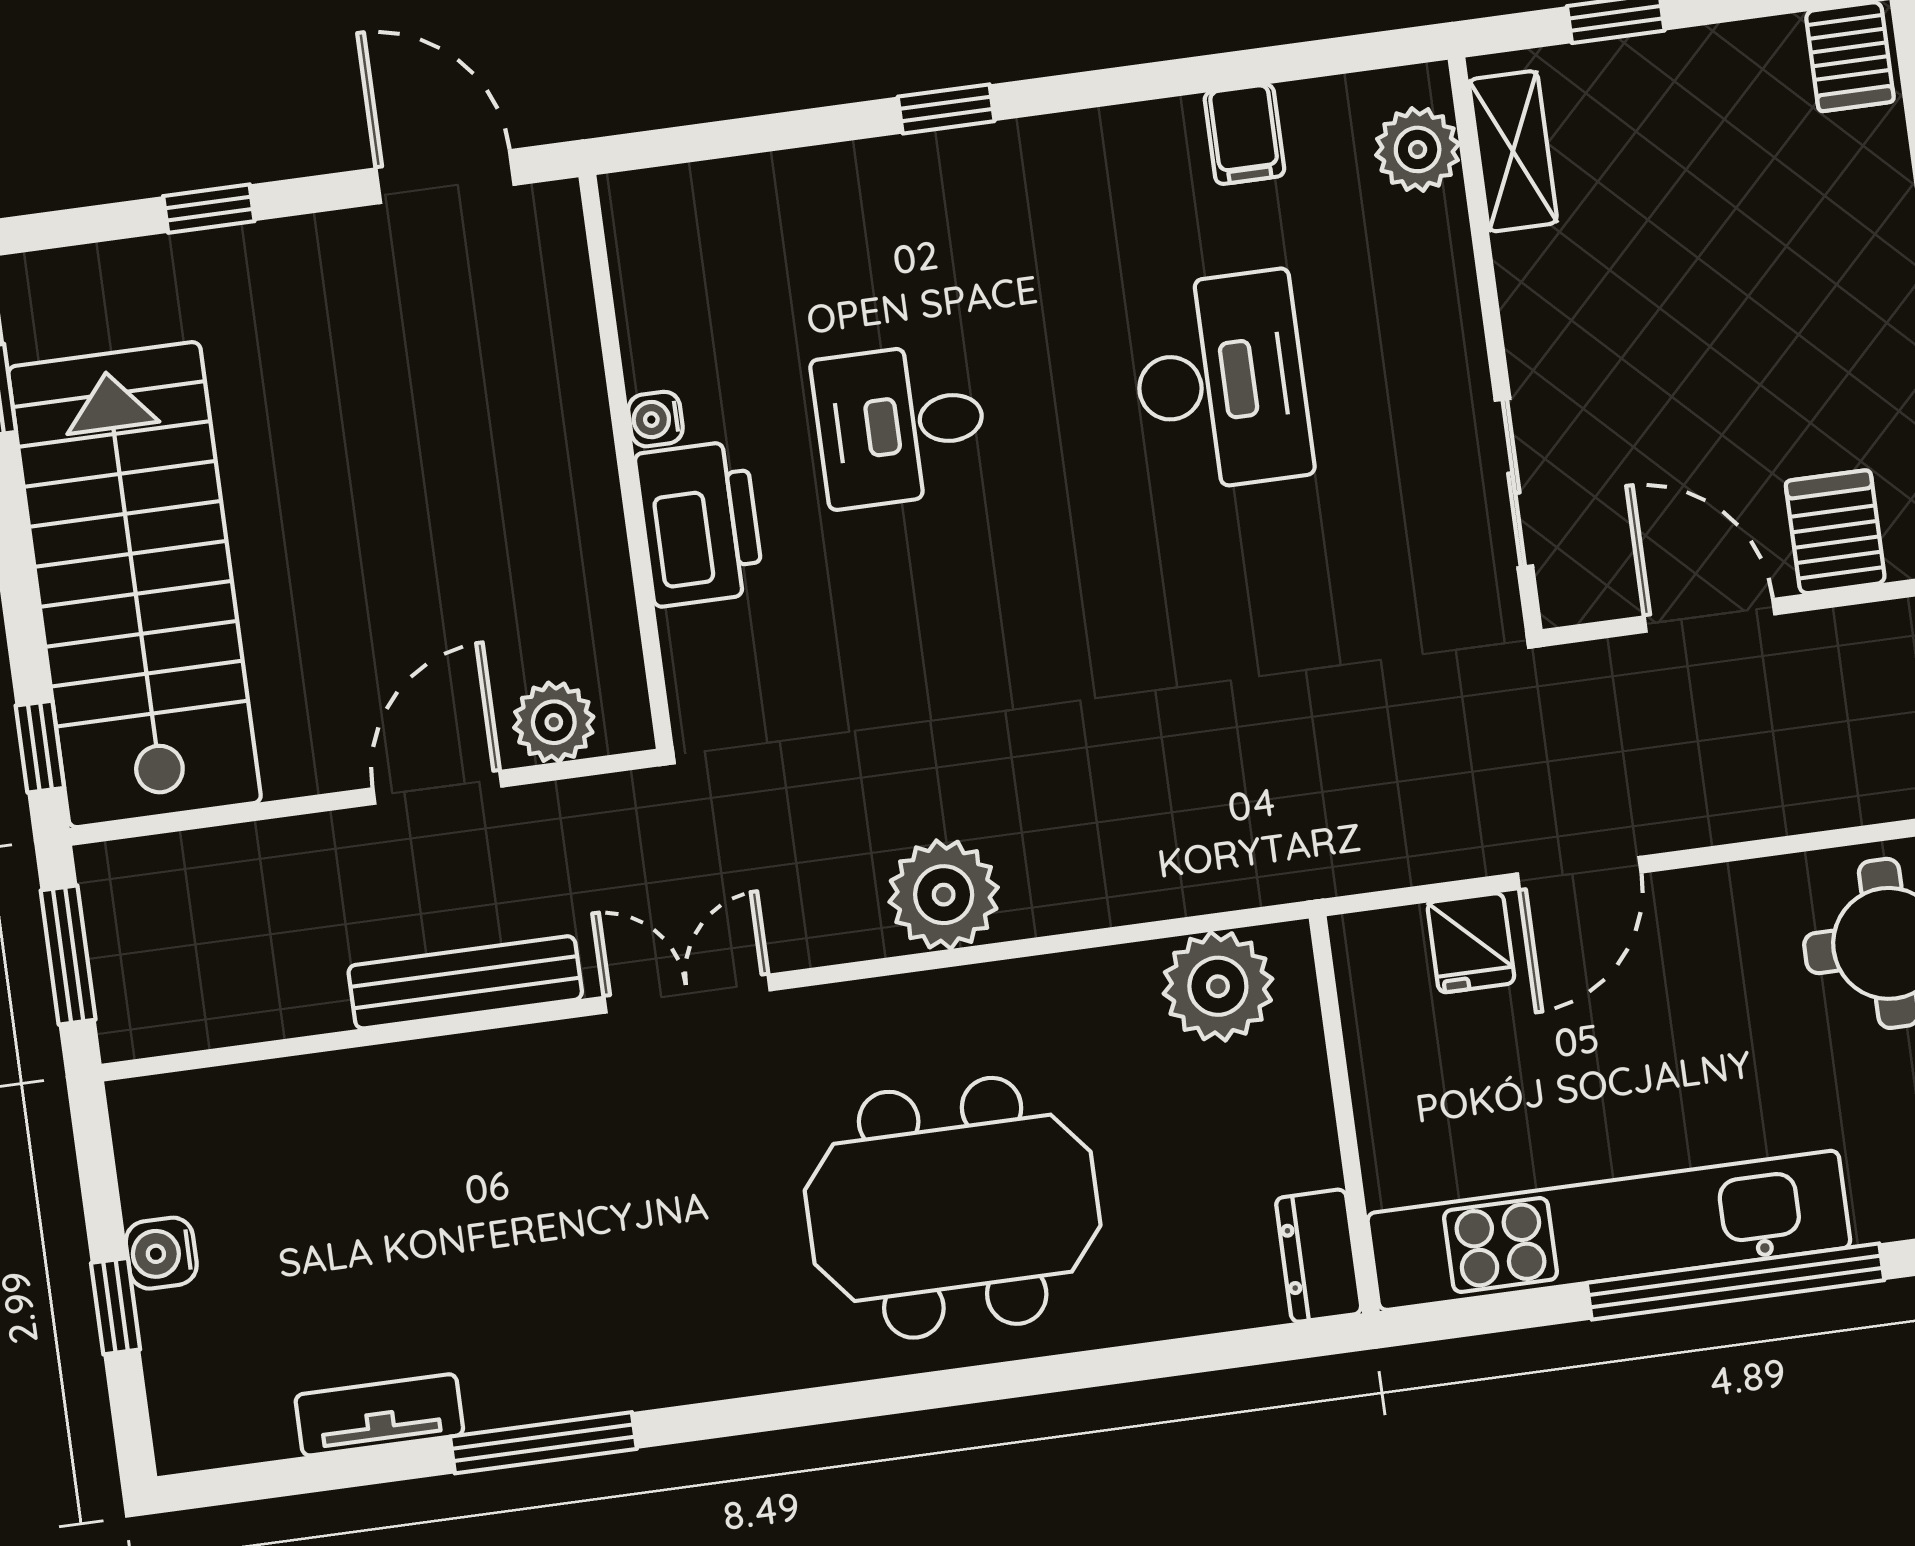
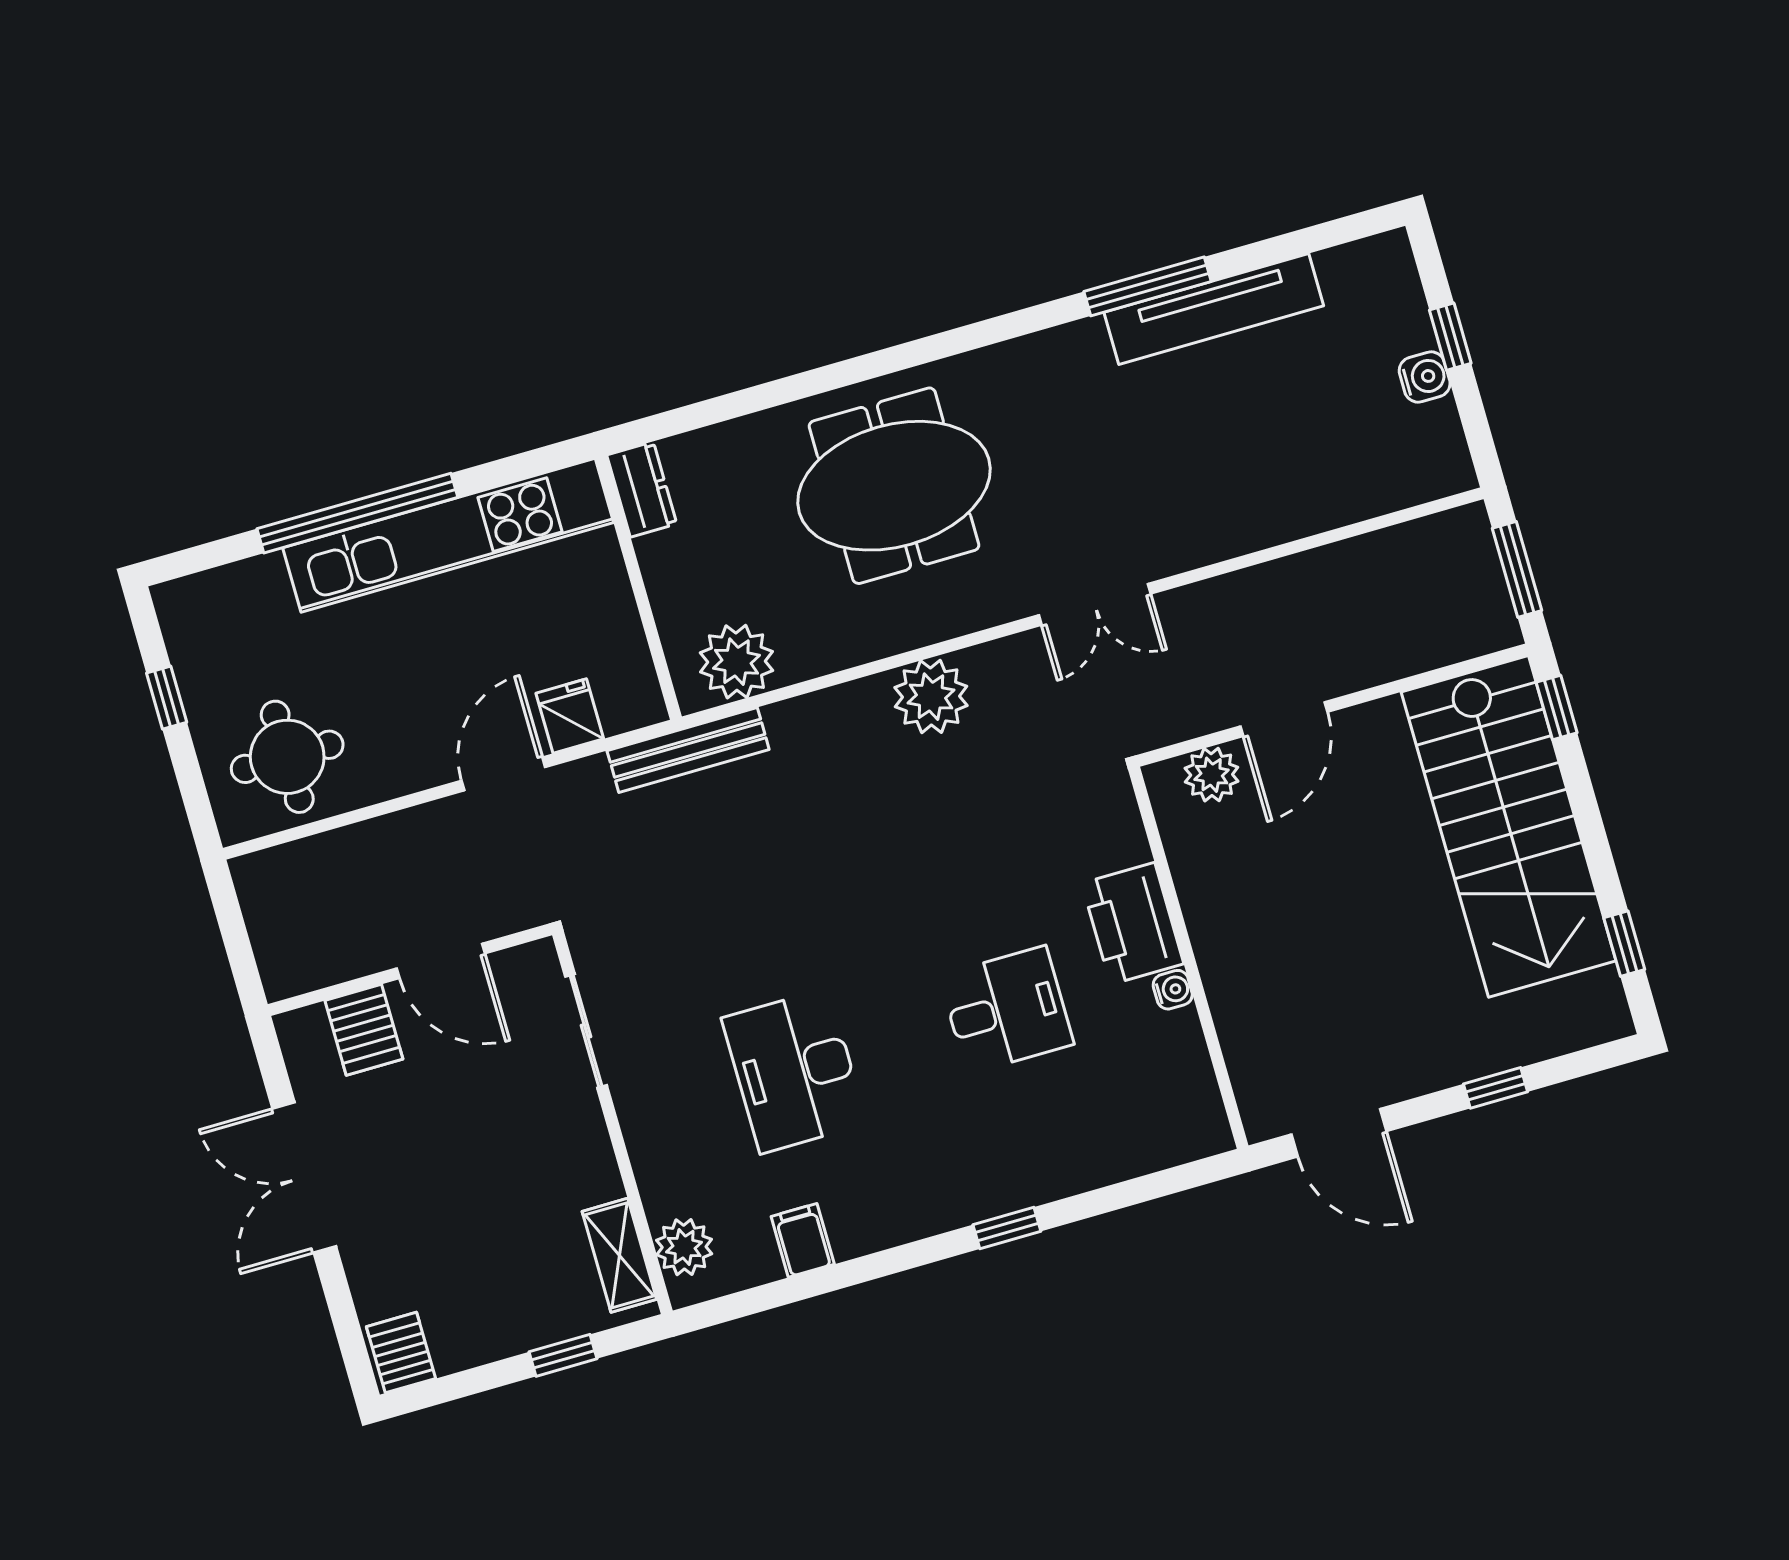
bench: (465, 982) -> (688, 750), moved
tv unit: (379, 1415) -> (1214, 309), width x1.92, depth x1.29

